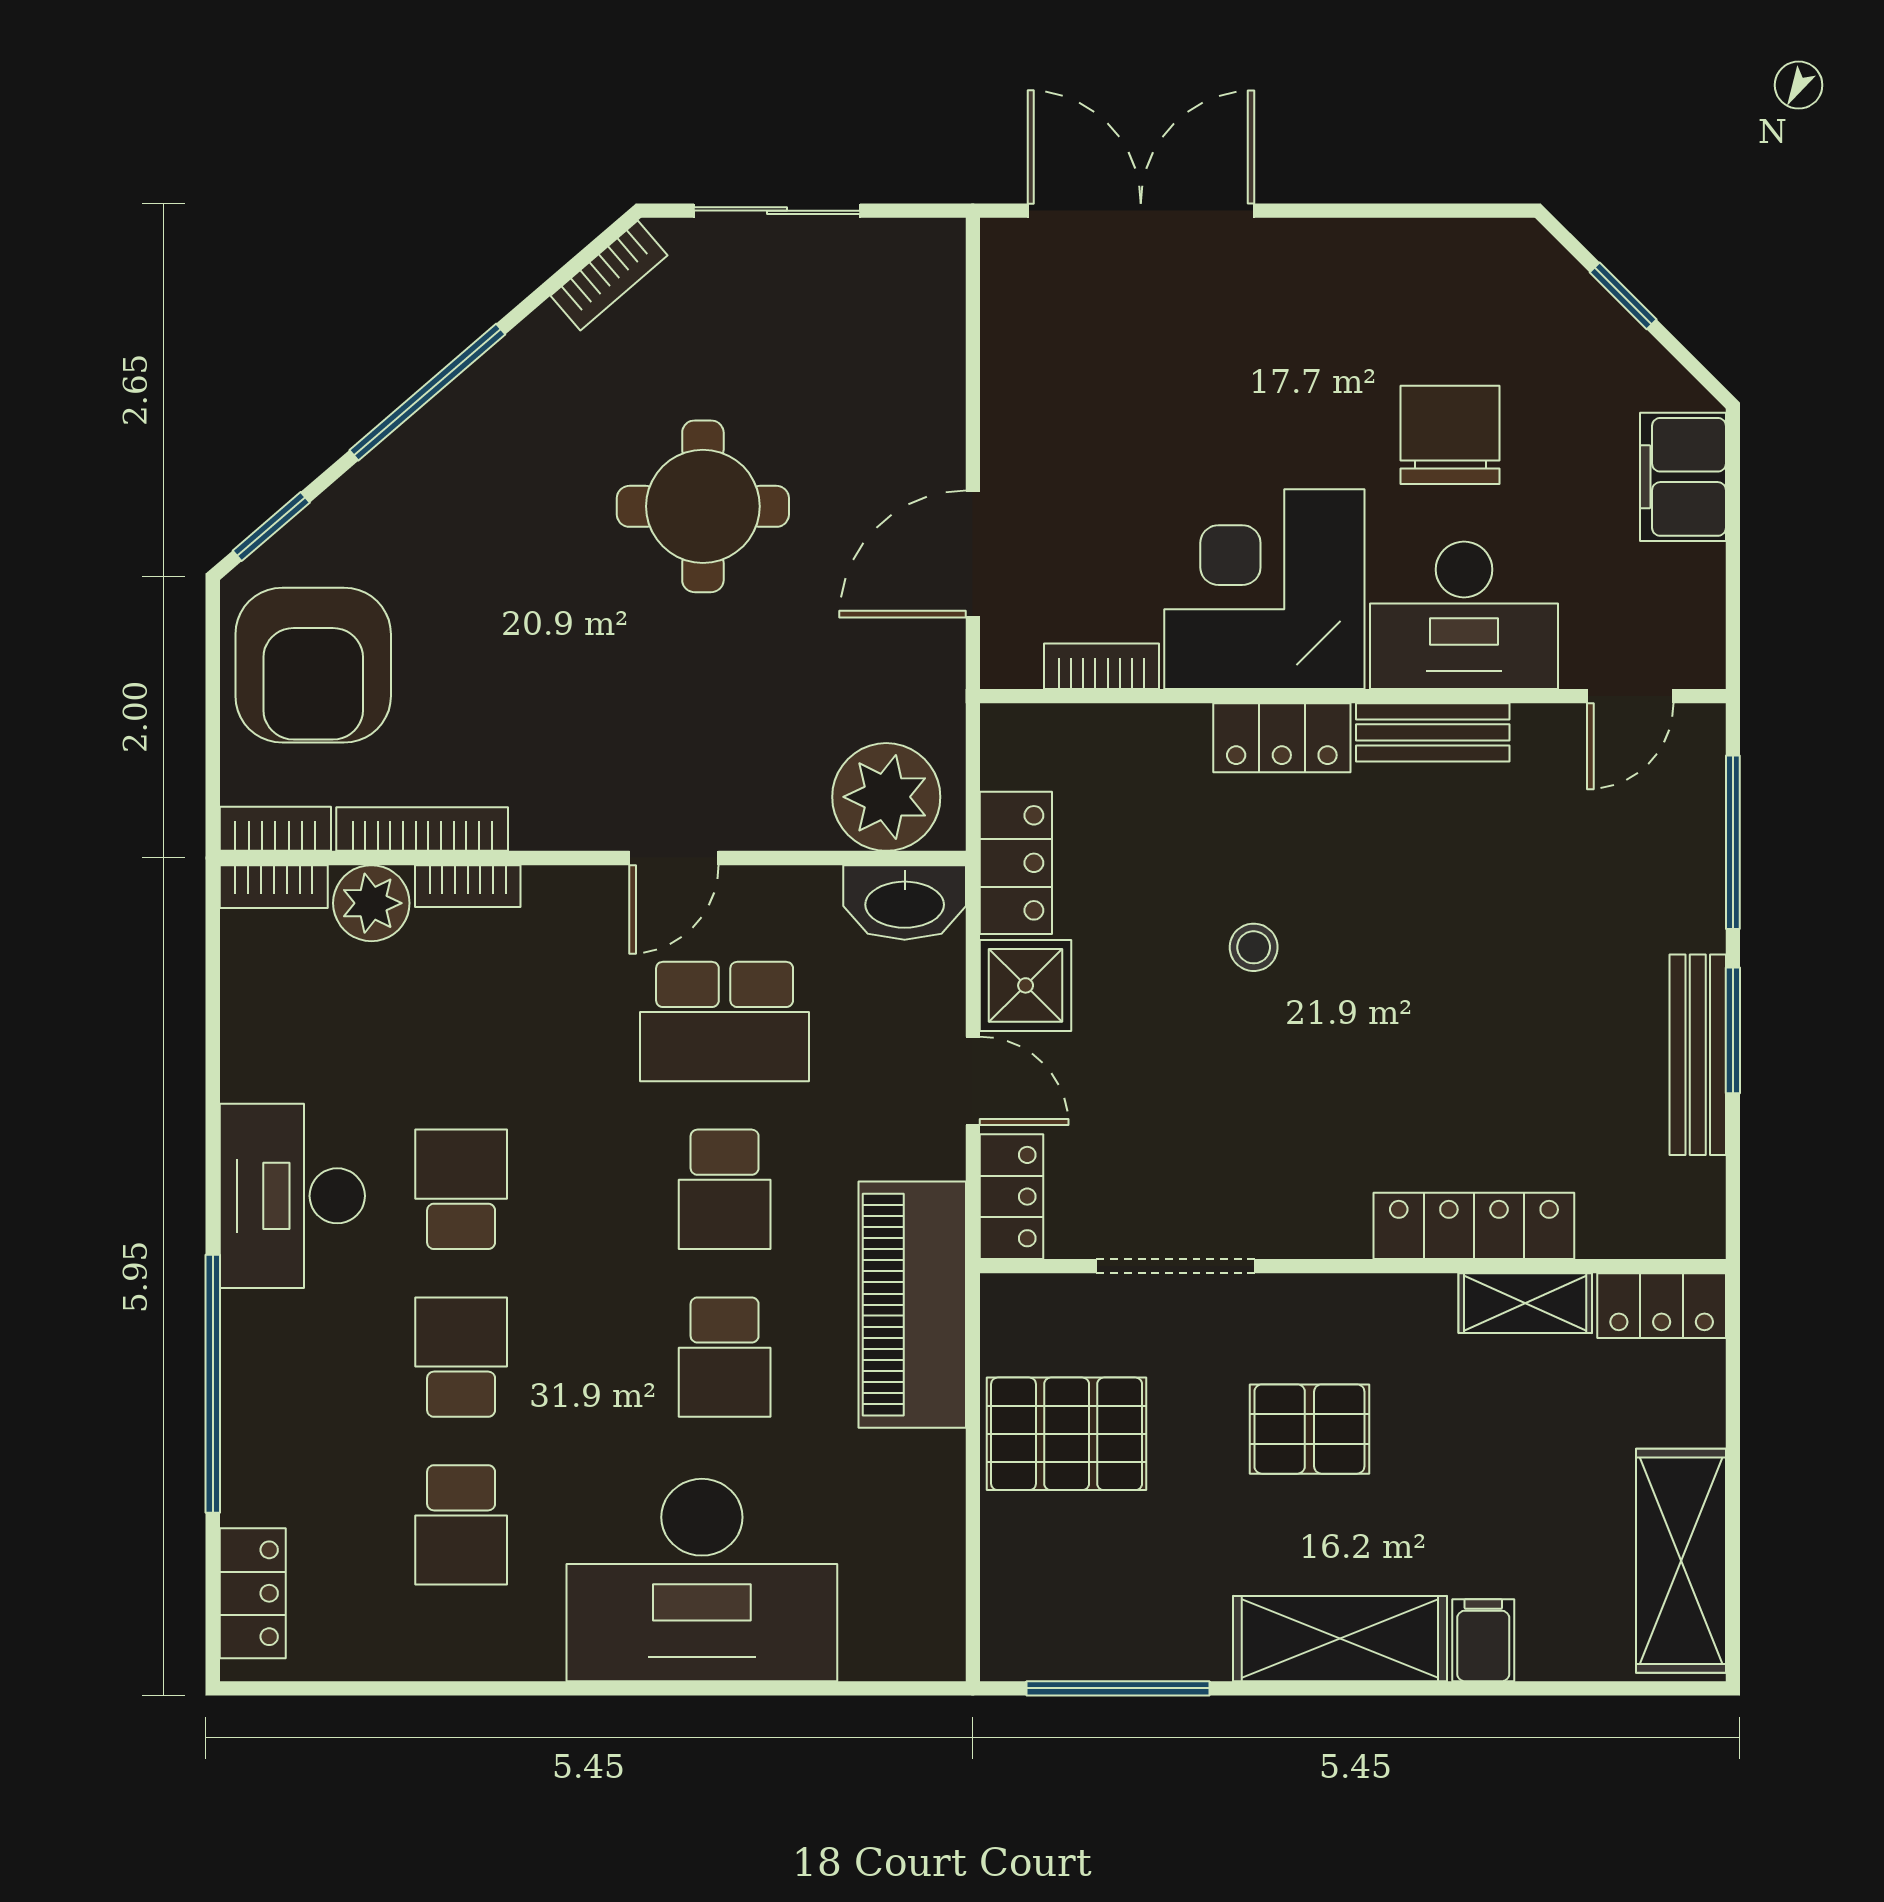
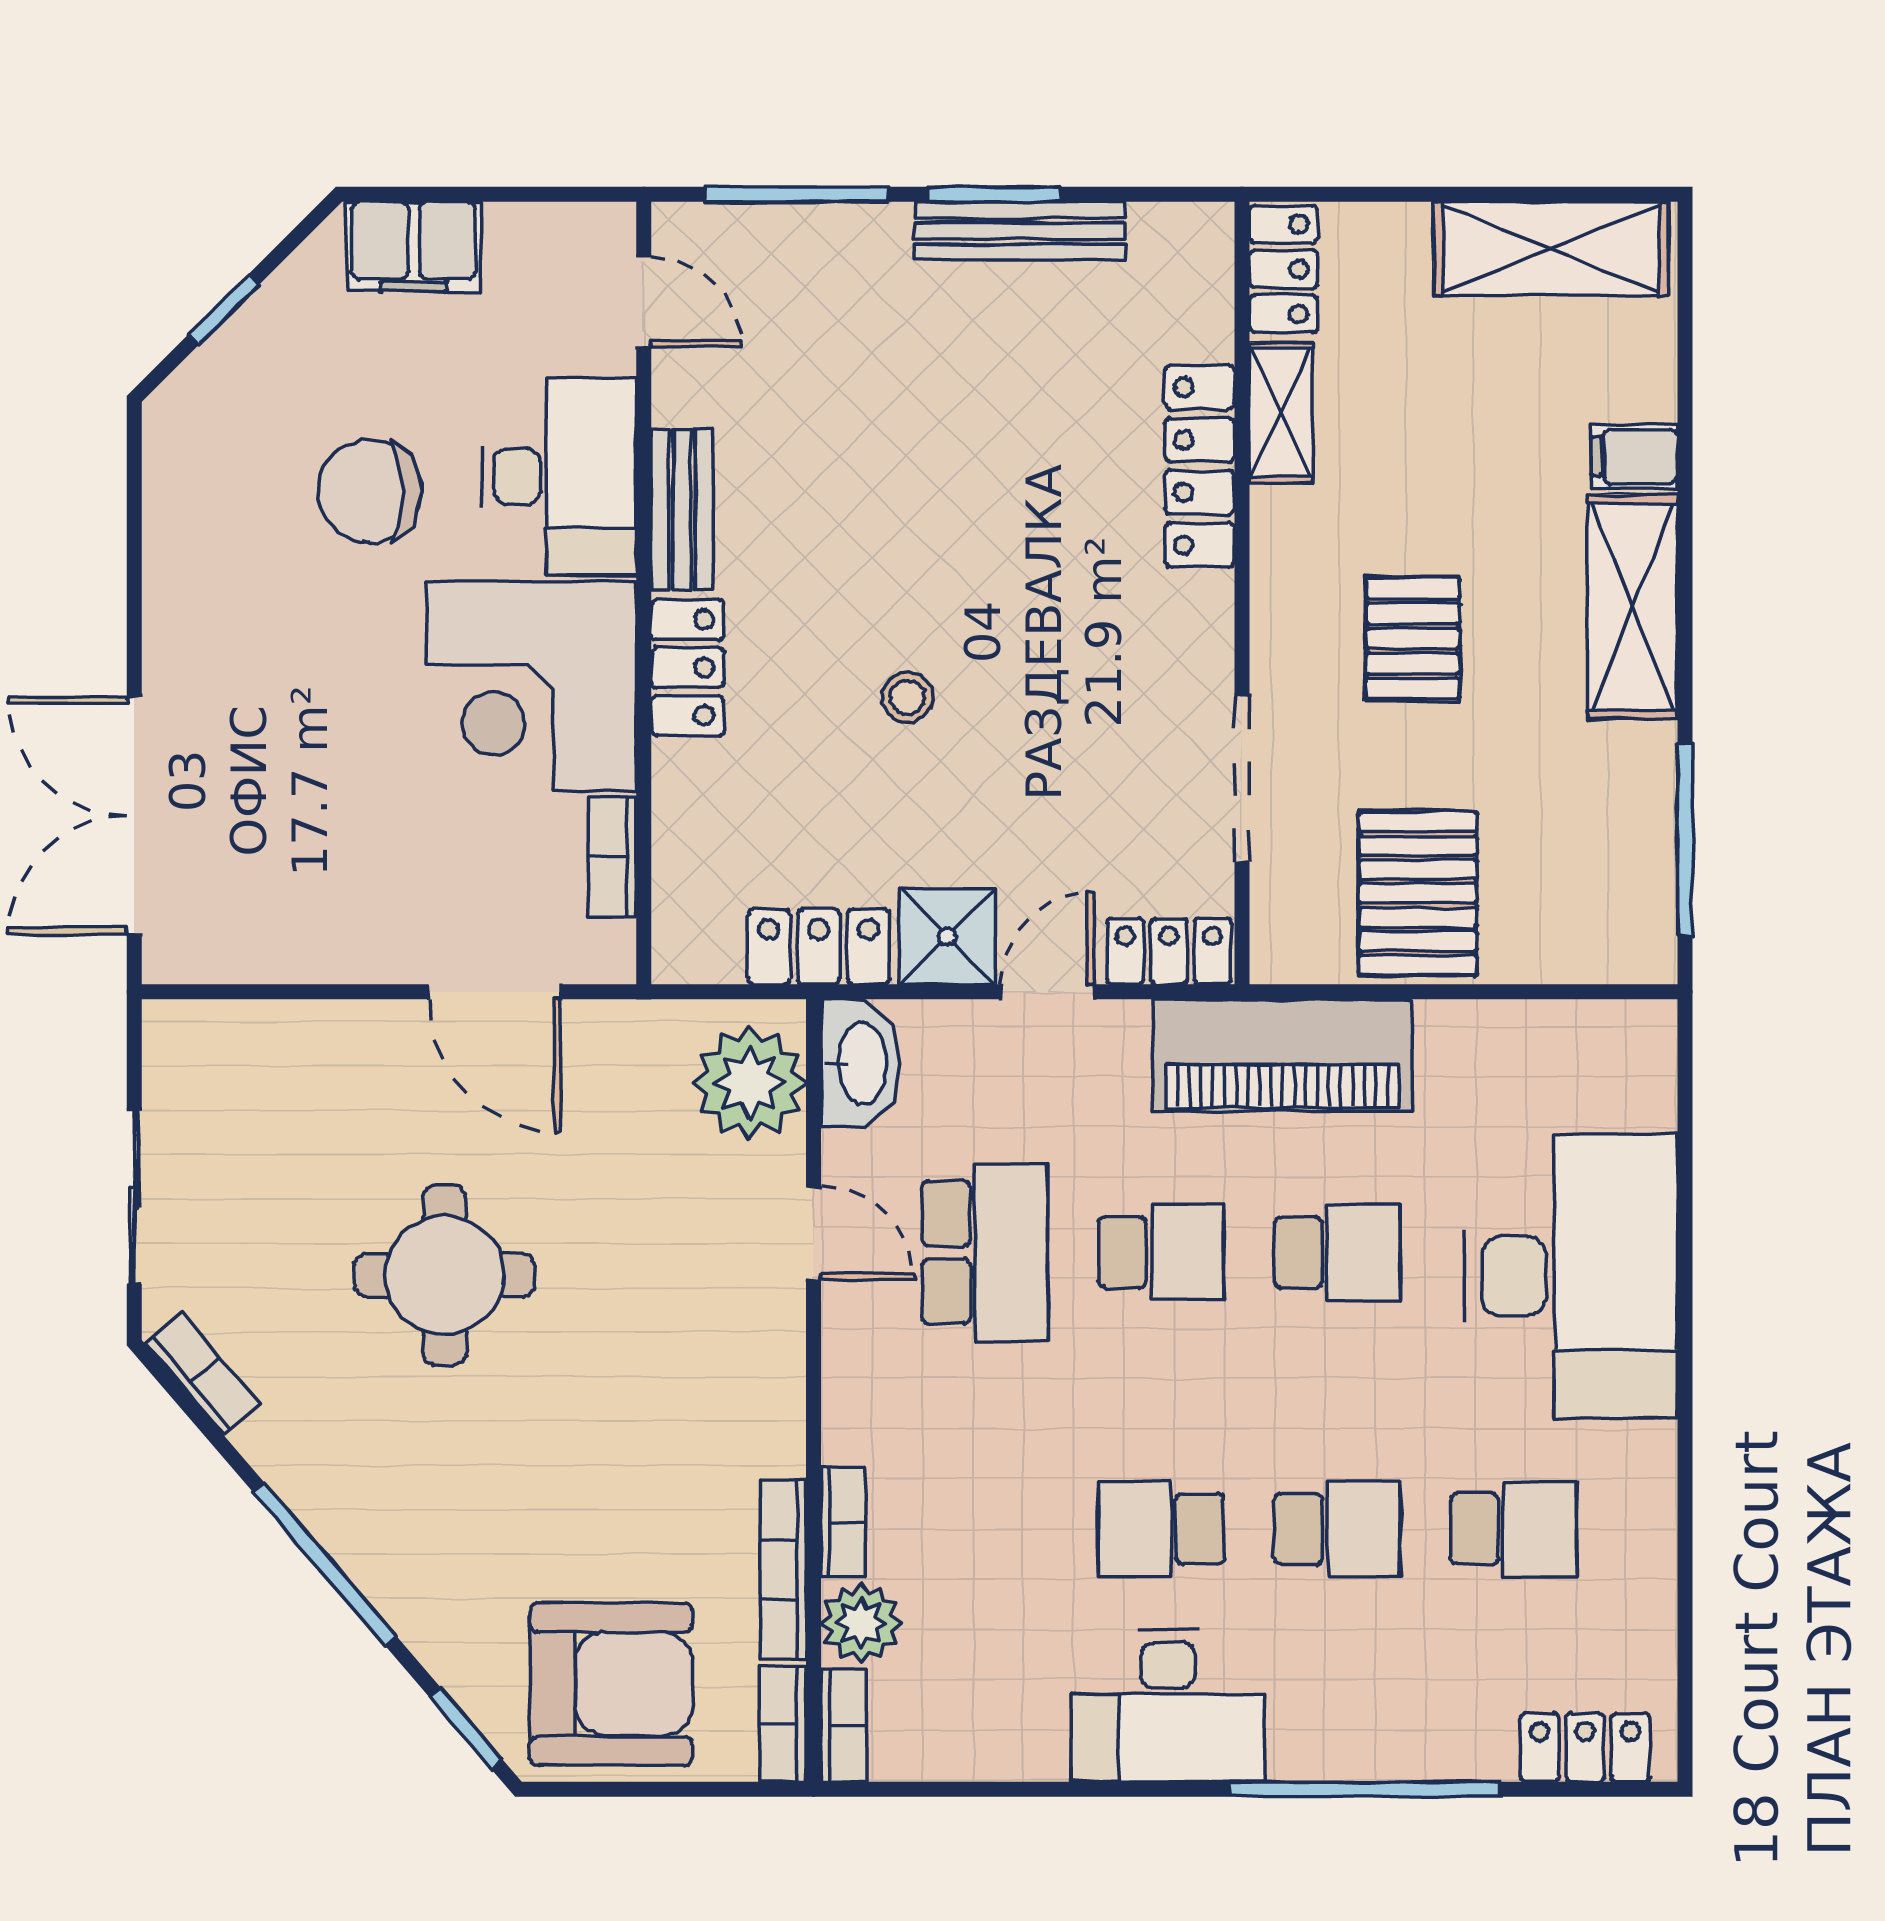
door: (674, 858) -> (814, 1233), moved
school desk: (461, 1357) -> (1337, 1529), turned 180

